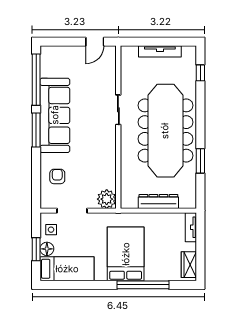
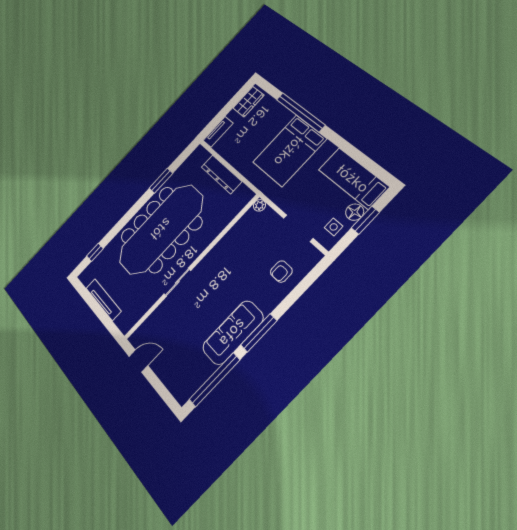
sofa: (55, 115) -> (233, 333), width x0.74, depth x0.79
plant: (107, 199) -> (259, 205), width x0.53, depth x0.53

